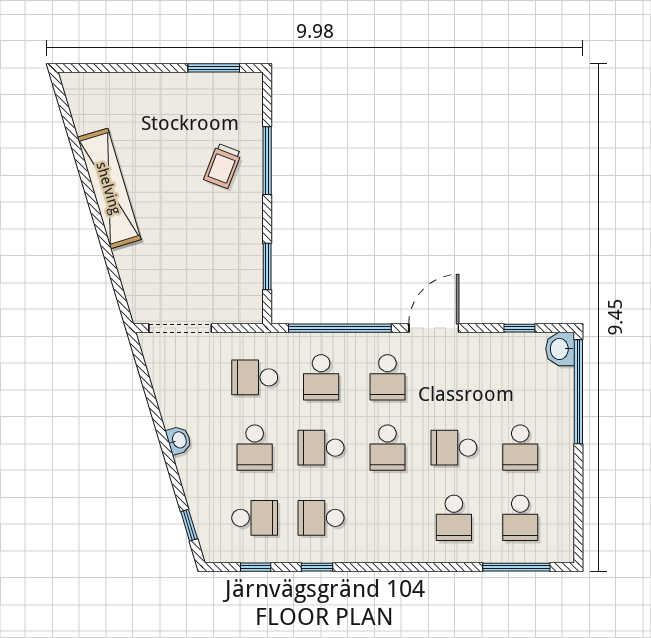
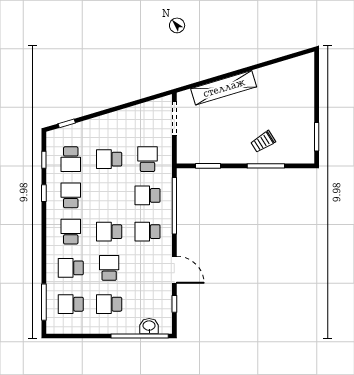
trolley: (223, 166) -> (263, 142), turned -53
shelving: (109, 188) -> (224, 88), moved
door: (434, 328) -> (174, 270), moved
washbasin: (560, 349) -> (149, 326), moved
washbasin: (179, 440) -> (113, 118), removed
school desk: (321, 448) -> (71, 232), moved

